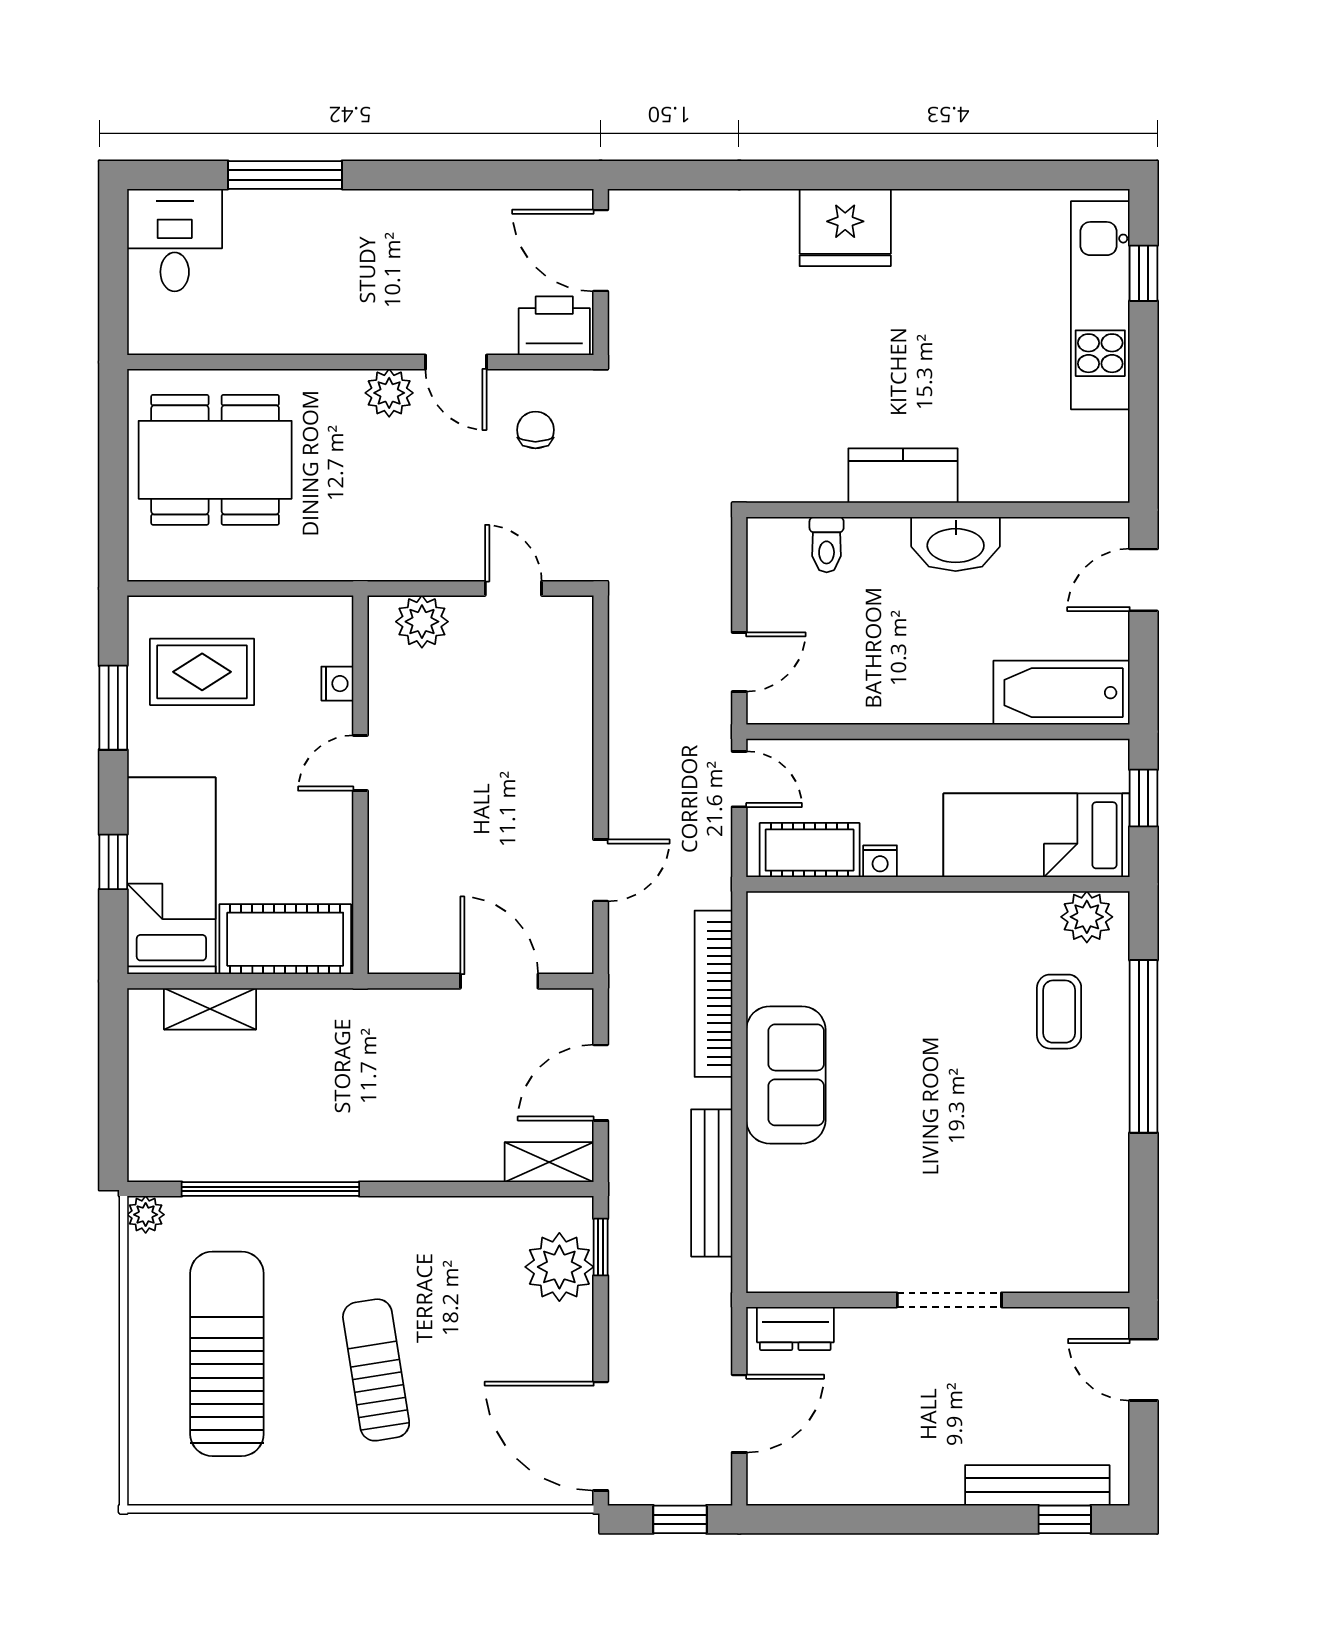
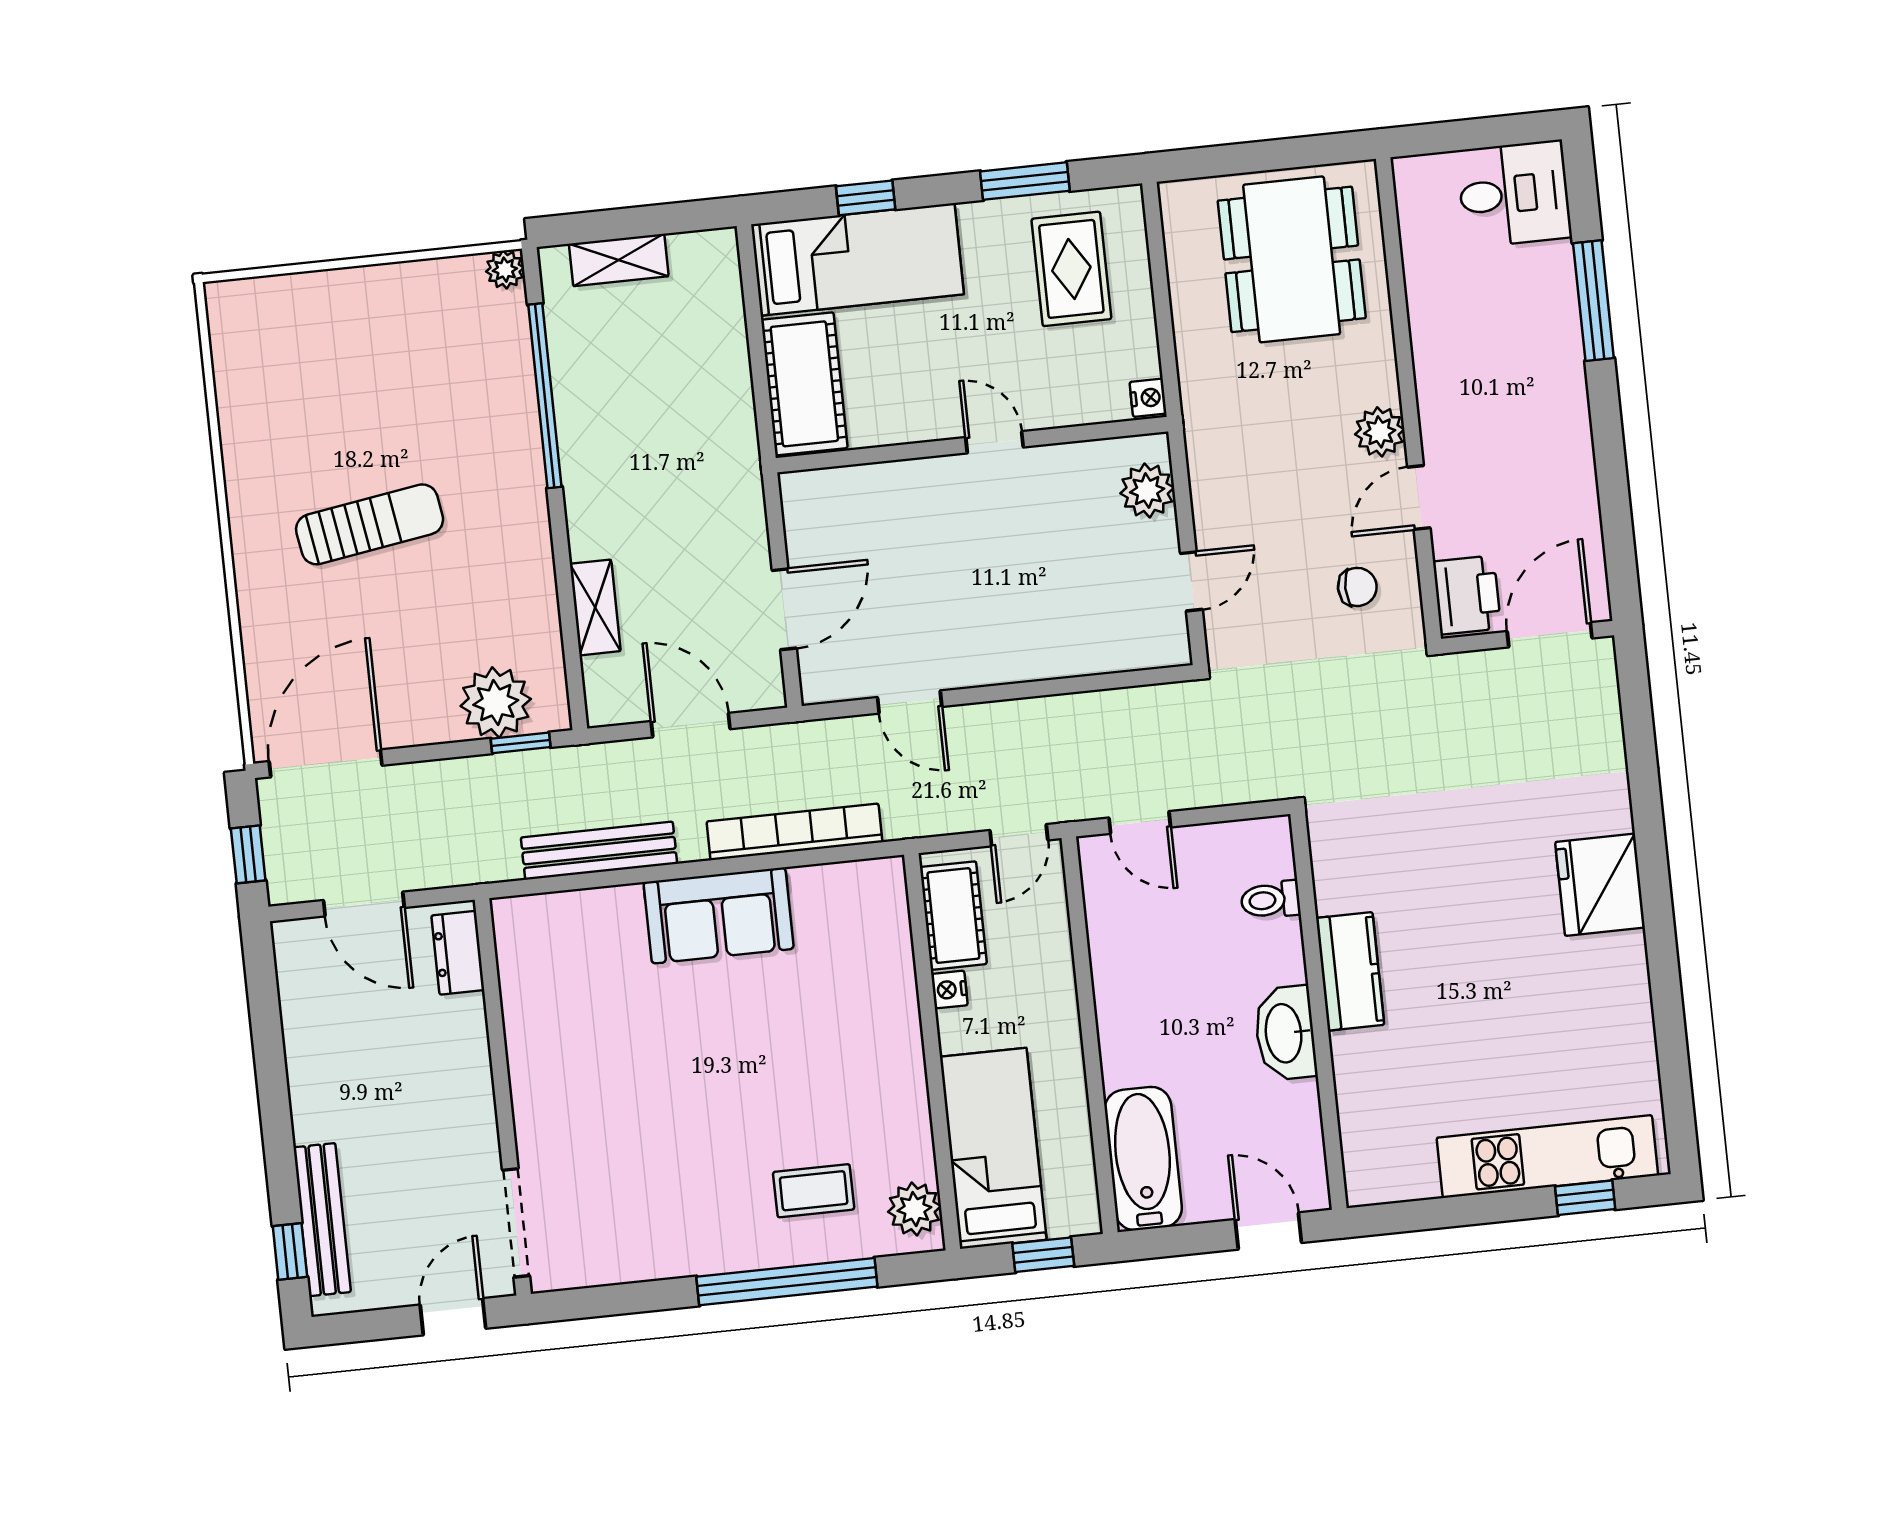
nightstand: (337, 684) -> (1148, 398), moved, turned -90
shelving: (210, 1009) -> (619, 260), moved, turned 90
shelving: (549, 1162) -> (595, 607), moved
doorway: (949, 1300) -> (516, 1223), moved
sun lounger: (227, 1354) -> (370, 369), removed

